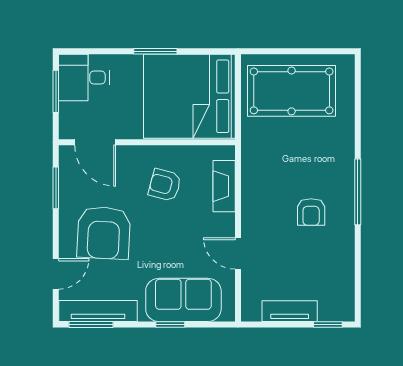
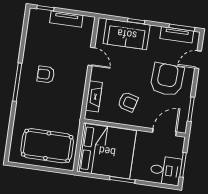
door: (95, 142) -> (164, 132), hinge flipped
armchair: (311, 212) -> (46, 74), turned -90
tv unit: (98, 311) -> (177, 35), width x0.71

